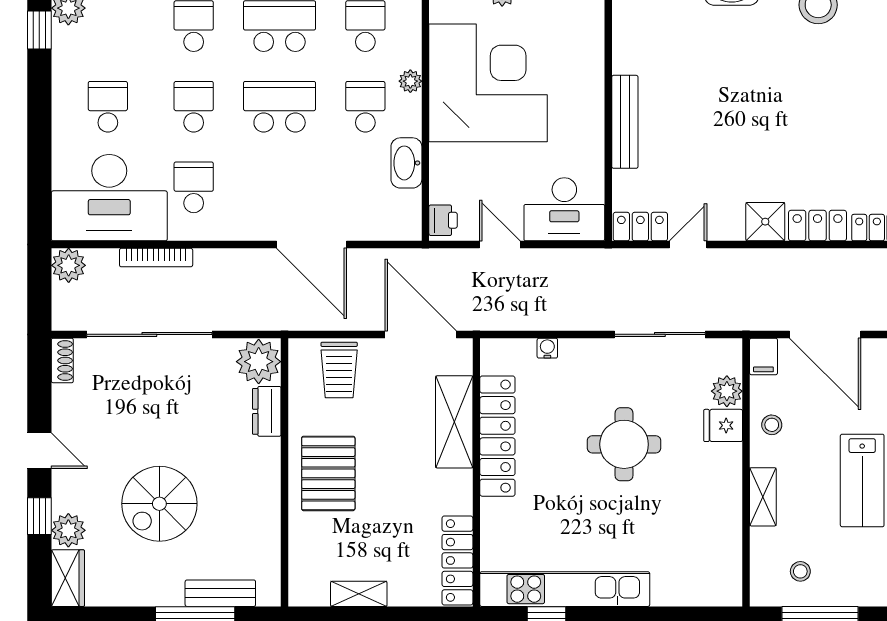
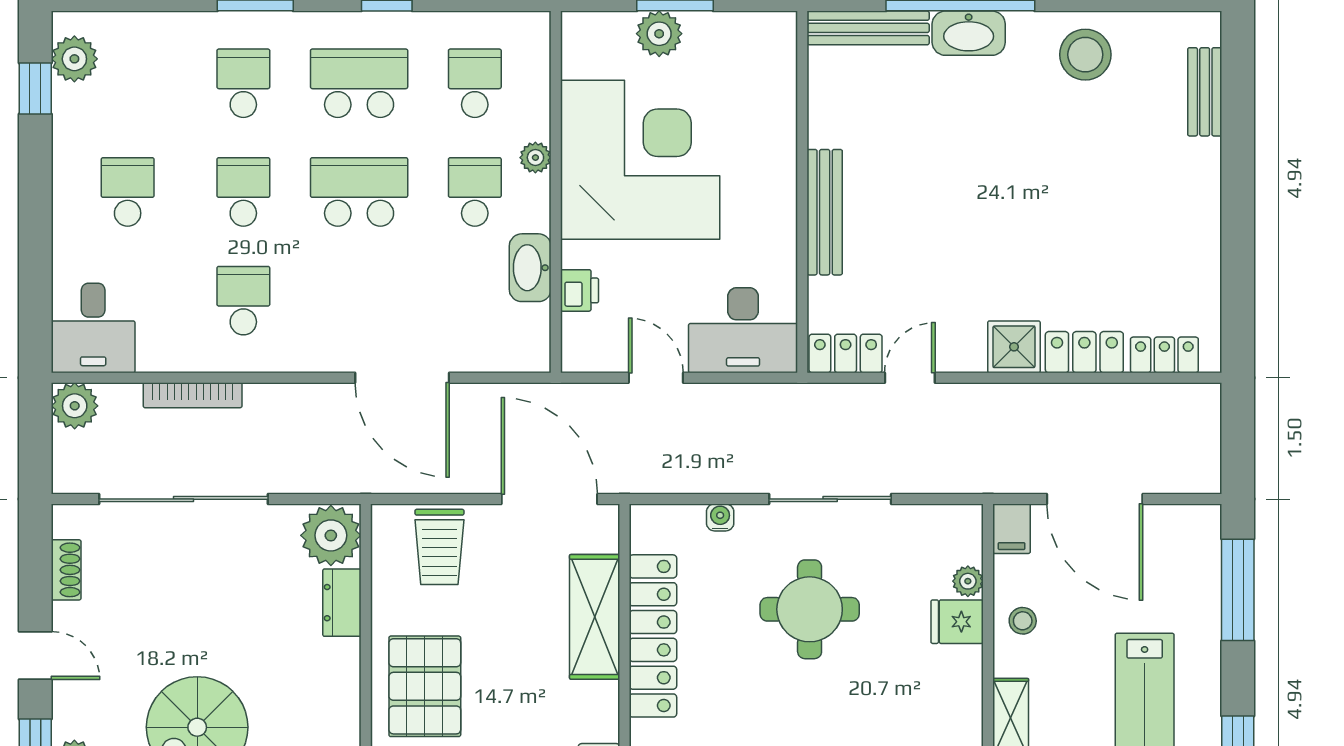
desk: (109, 198) -> (93, 328), width x0.53, depth x0.77
printer: (443, 220) -> (580, 290), moved
sliding door: (660, 334) -> (830, 499), moved
shoe rack: (62, 360) -> (66, 570), moved
plant: (727, 391) -> (968, 581), width x0.73, depth x0.73
round table: (624, 444) -> (810, 609), moved

